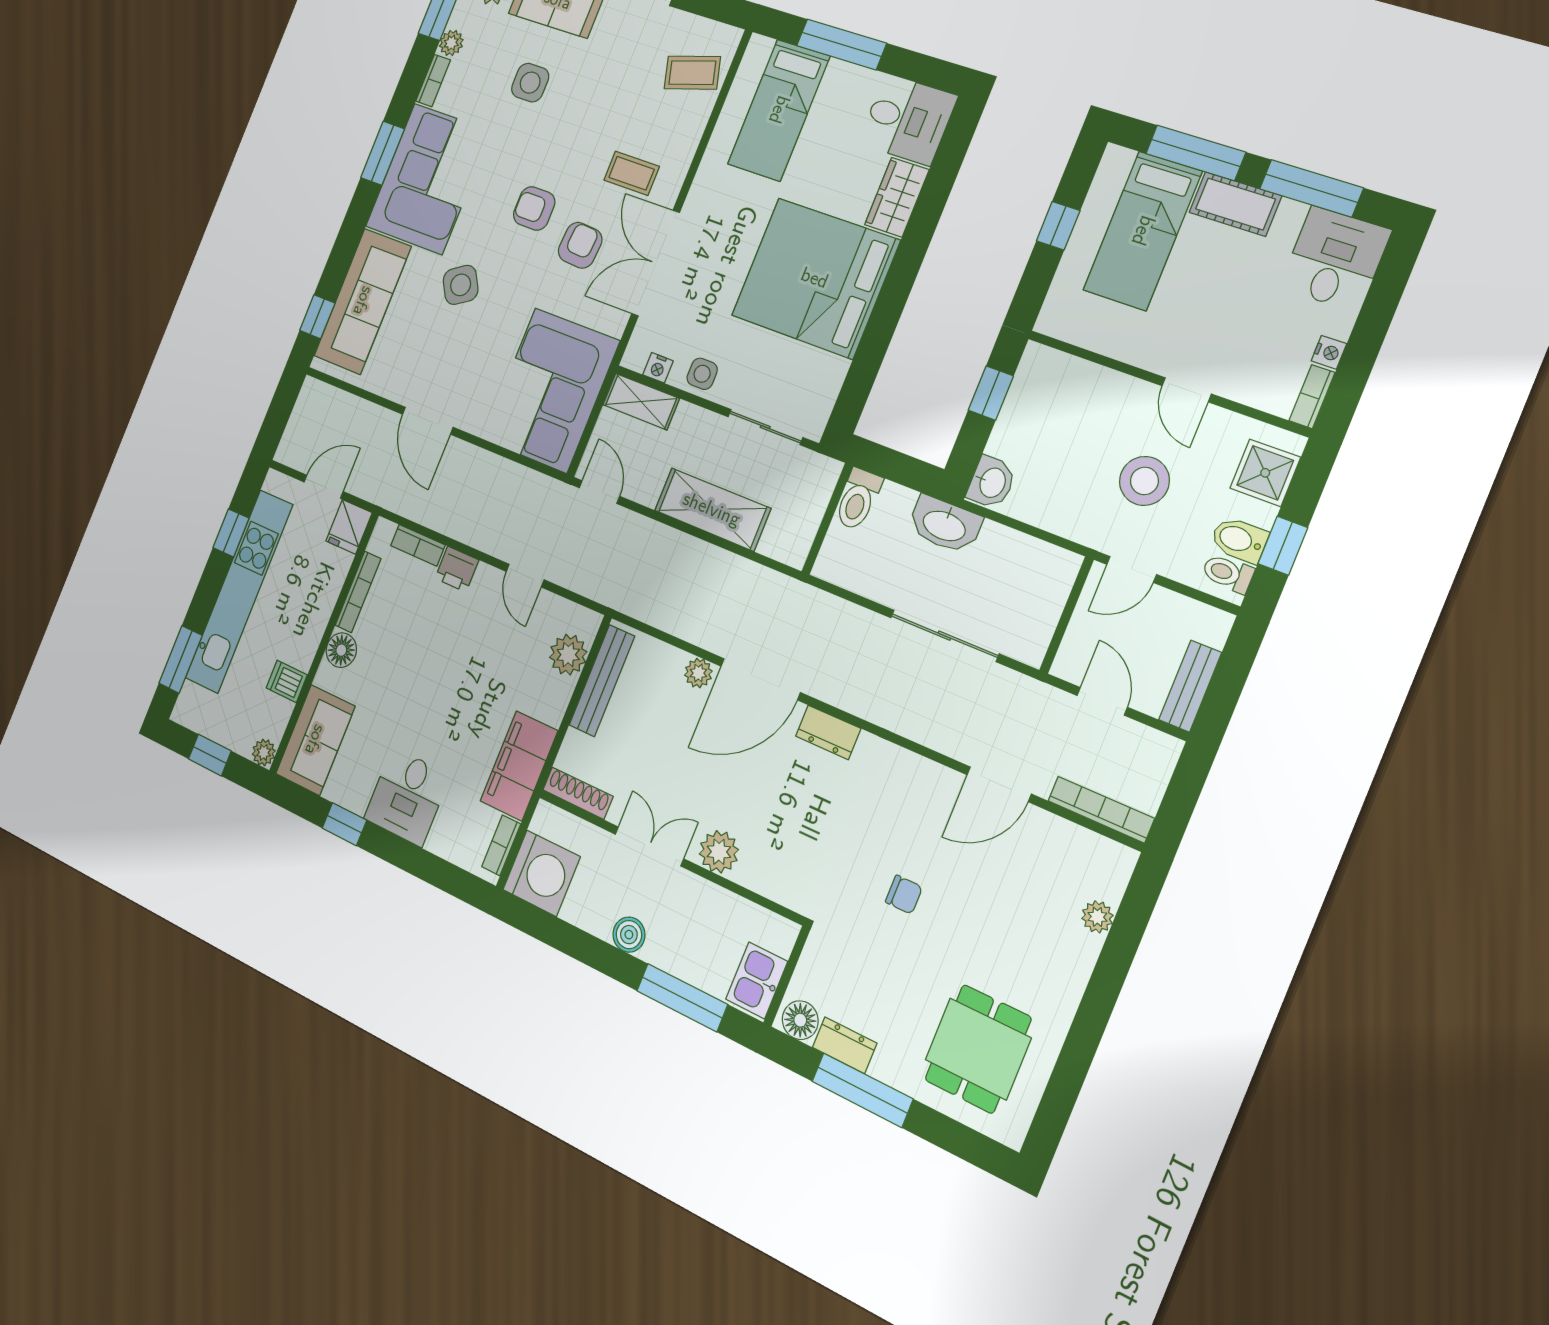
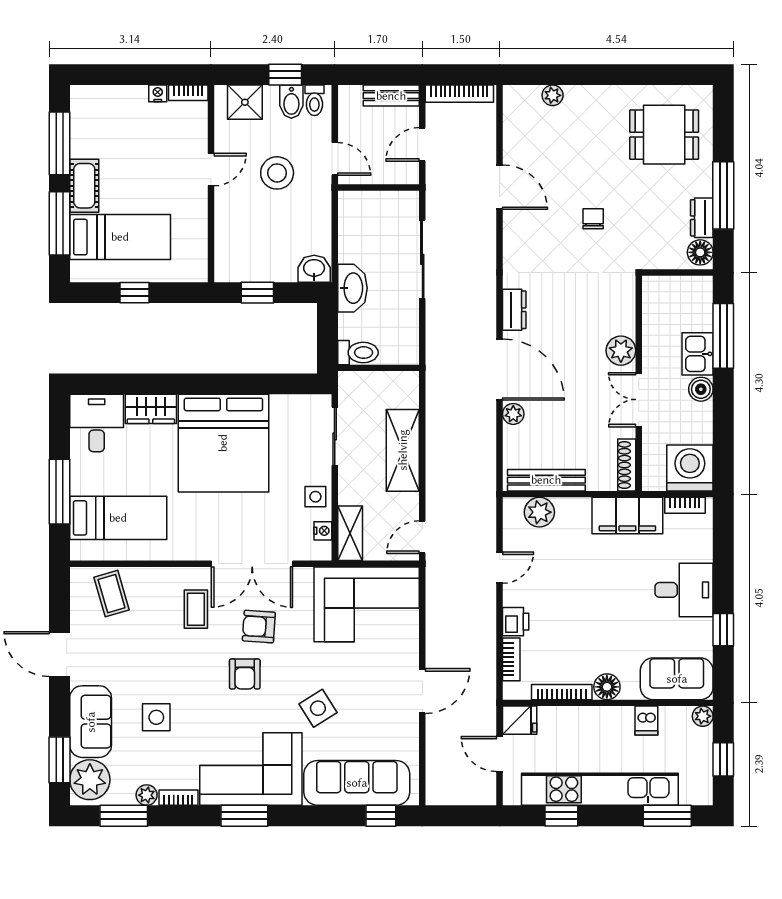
desk: (1335, 259) -> (99, 112), removed
bookcase: (1101, 810) -> (459, 94), moved, turned -90
kitchen sink: (757, 980) -> (698, 354), moved, turned 90

